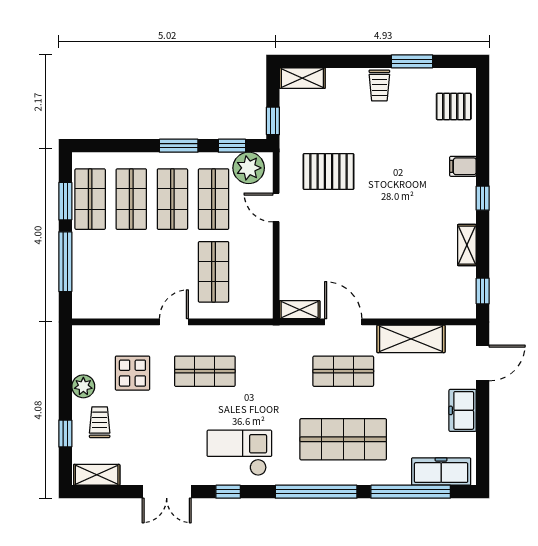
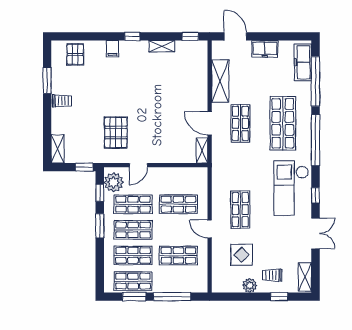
shop shelf: (131, 272) -> (178, 256), added
door: (343, 322) -> (210, 123), hinge flipped
checkout: (239, 453) -> (291, 188), width x1.36, depth x1.21

